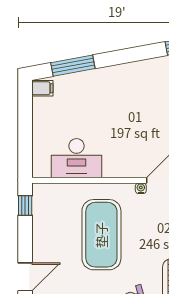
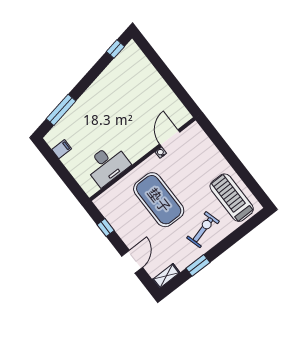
filing cabinet: (42, 88) -> (62, 149), moved
window: (25, 205) -> (106, 228), moved

